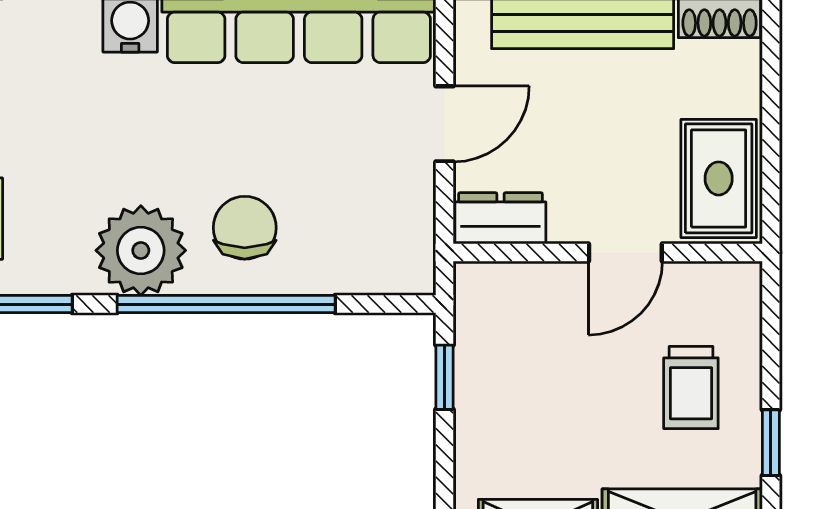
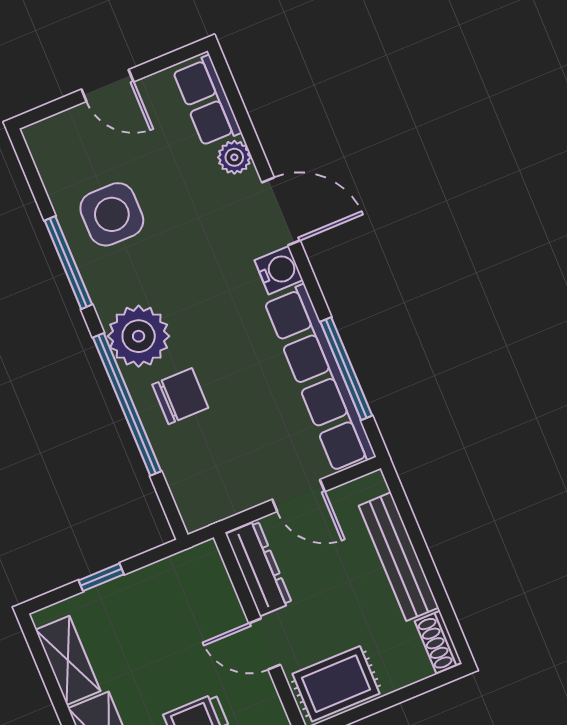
dresser: (500, 218) -> (259, 568), width x1.44
window: (445, 377) -> (101, 577), moved

